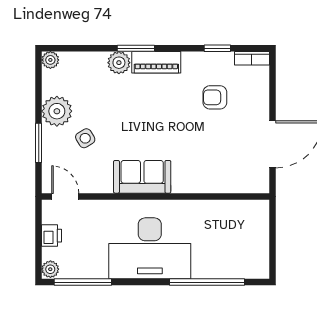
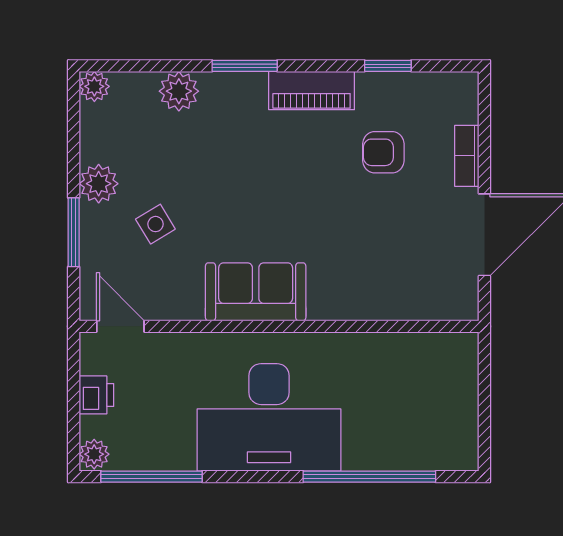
bookcase: (252, 58) -> (467, 156), moved, turned 90
piano: (156, 62) -> (312, 91), moved
plant: (119, 63) -> (179, 91), moved
plant: (57, 111) -> (99, 184), width x0.73, depth x0.73

